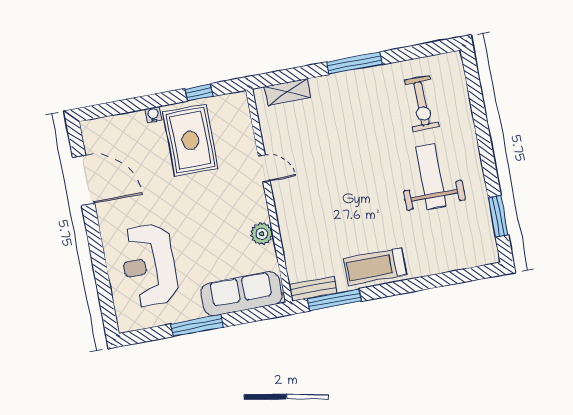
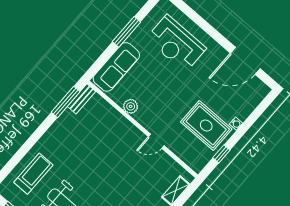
reception desk: (149, 266) -> (176, 43), turned 180
treadmill: (375, 267) -> (33, 174), moved

